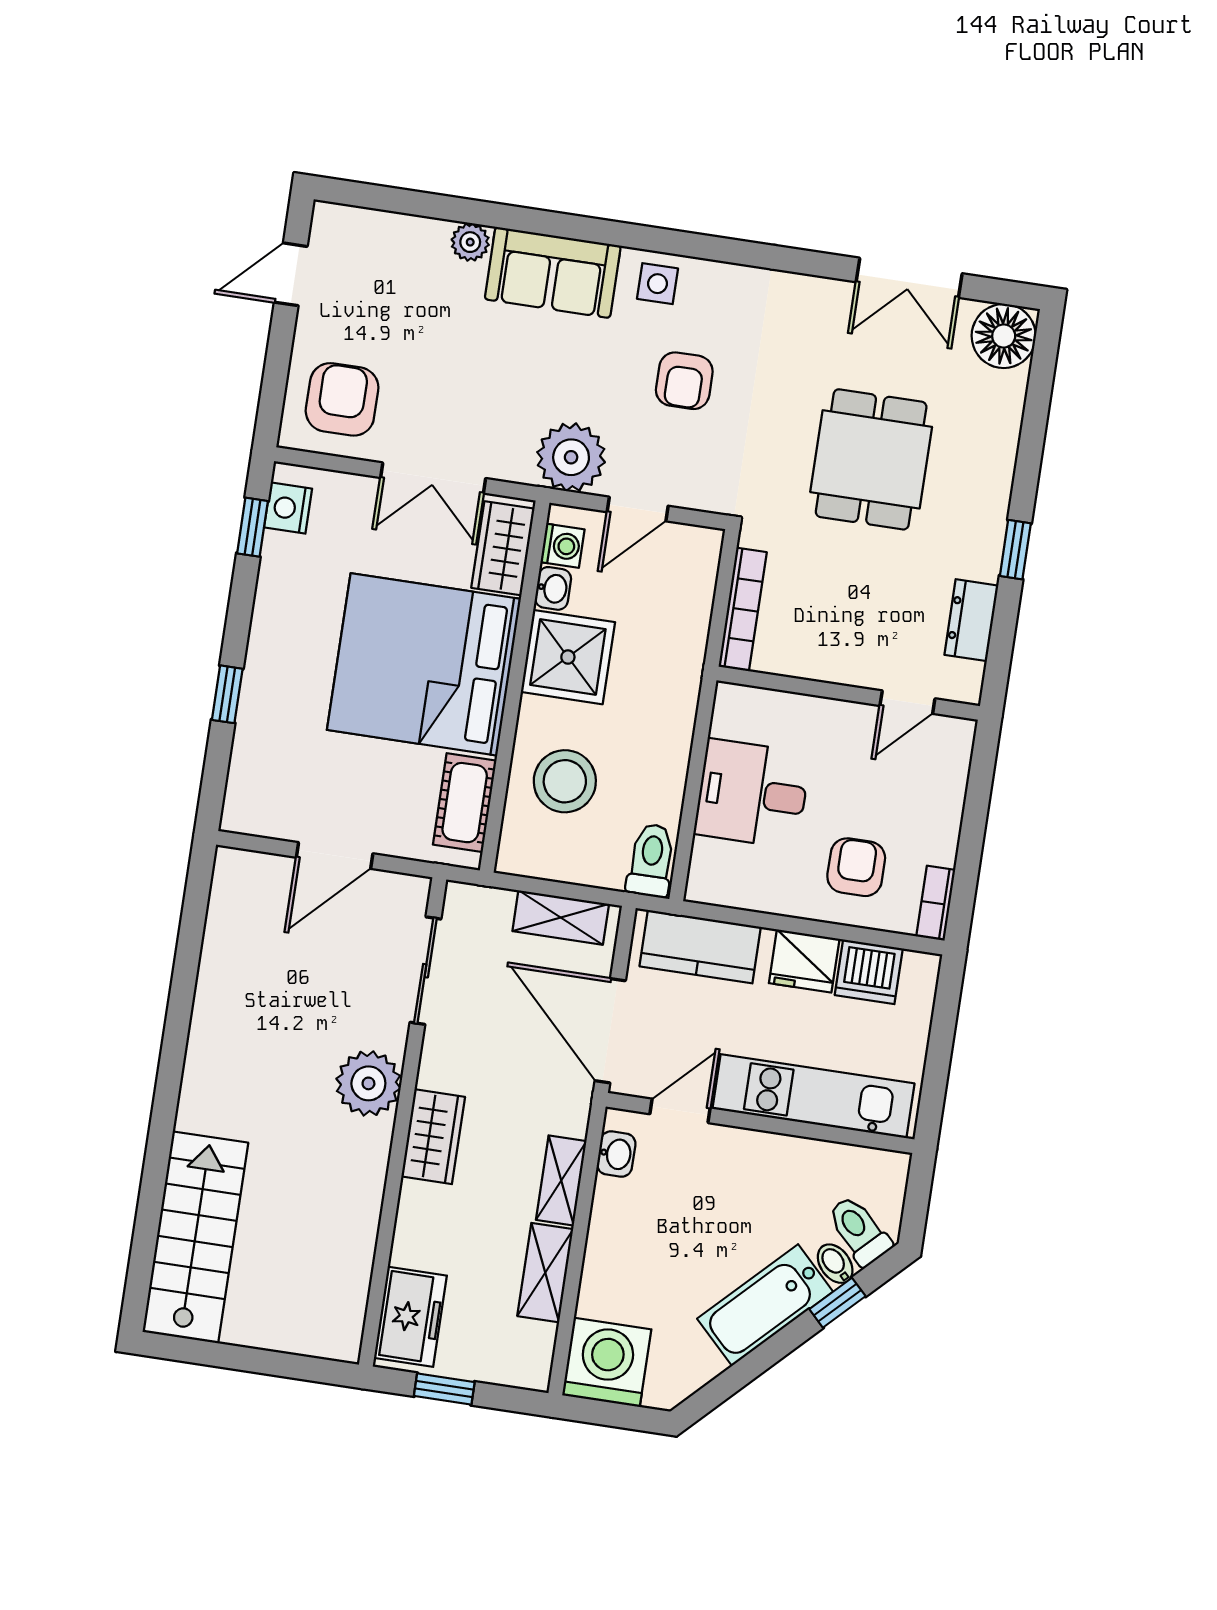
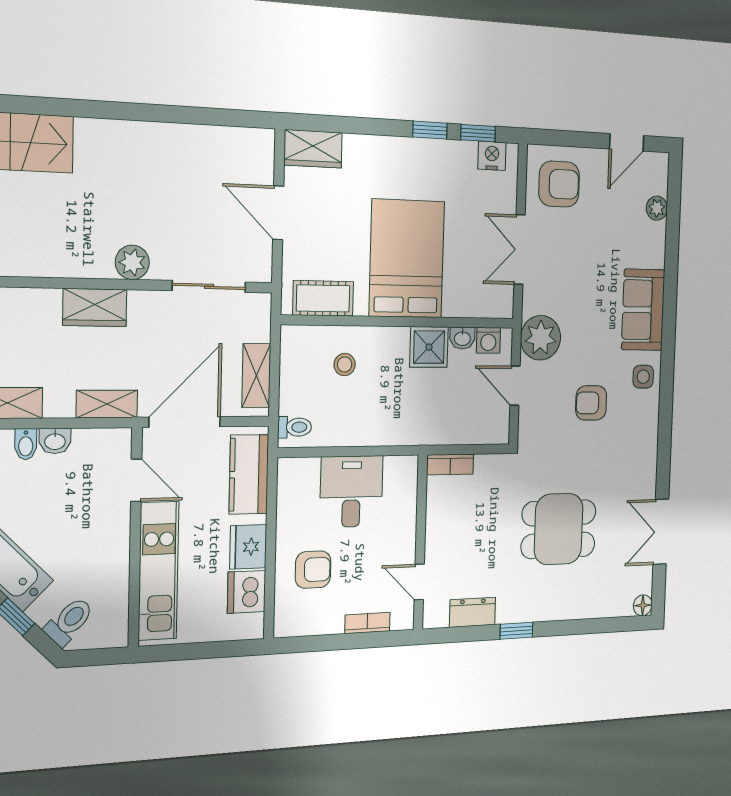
plant: (470, 242) -> (657, 208), moved
door: (291, 274) -> (627, 142), swing flipped
floor lamp: (1004, 336) -> (643, 605), width x0.53, depth x0.53
wardrobe: (503, 548) -> (313, 149), moved, turned 180
bookcase: (743, 609) -> (450, 464), width x0.64
shower: (568, 657) -> (429, 347), width x0.73, depth x0.73
bed: (424, 664) -> (407, 259), width x0.73
window: (227, 694) -> (430, 130), moved
stool: (565, 781) -> (345, 365), width x0.53, depth x0.53
toilet: (651, 860) -> (295, 427), width x0.73, depth x0.72
bookcase: (936, 903) -> (367, 623), moved
plant: (368, 1083) -> (132, 262), width x0.73, depth x0.73
washbasin: (616, 1154) -> (55, 441), moved
shelving: (561, 1180) -> (107, 404), moved
bidet: (835, 1264) -> (26, 444), moved, turned 135

